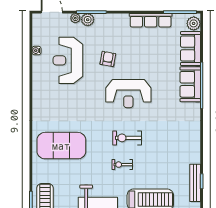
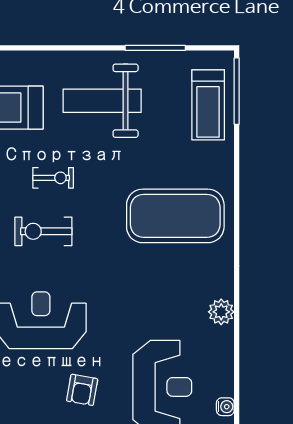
plant: (38, 98) -> (221, 312), added
exercise bike: (127, 138) -> (43, 231), turned 180

